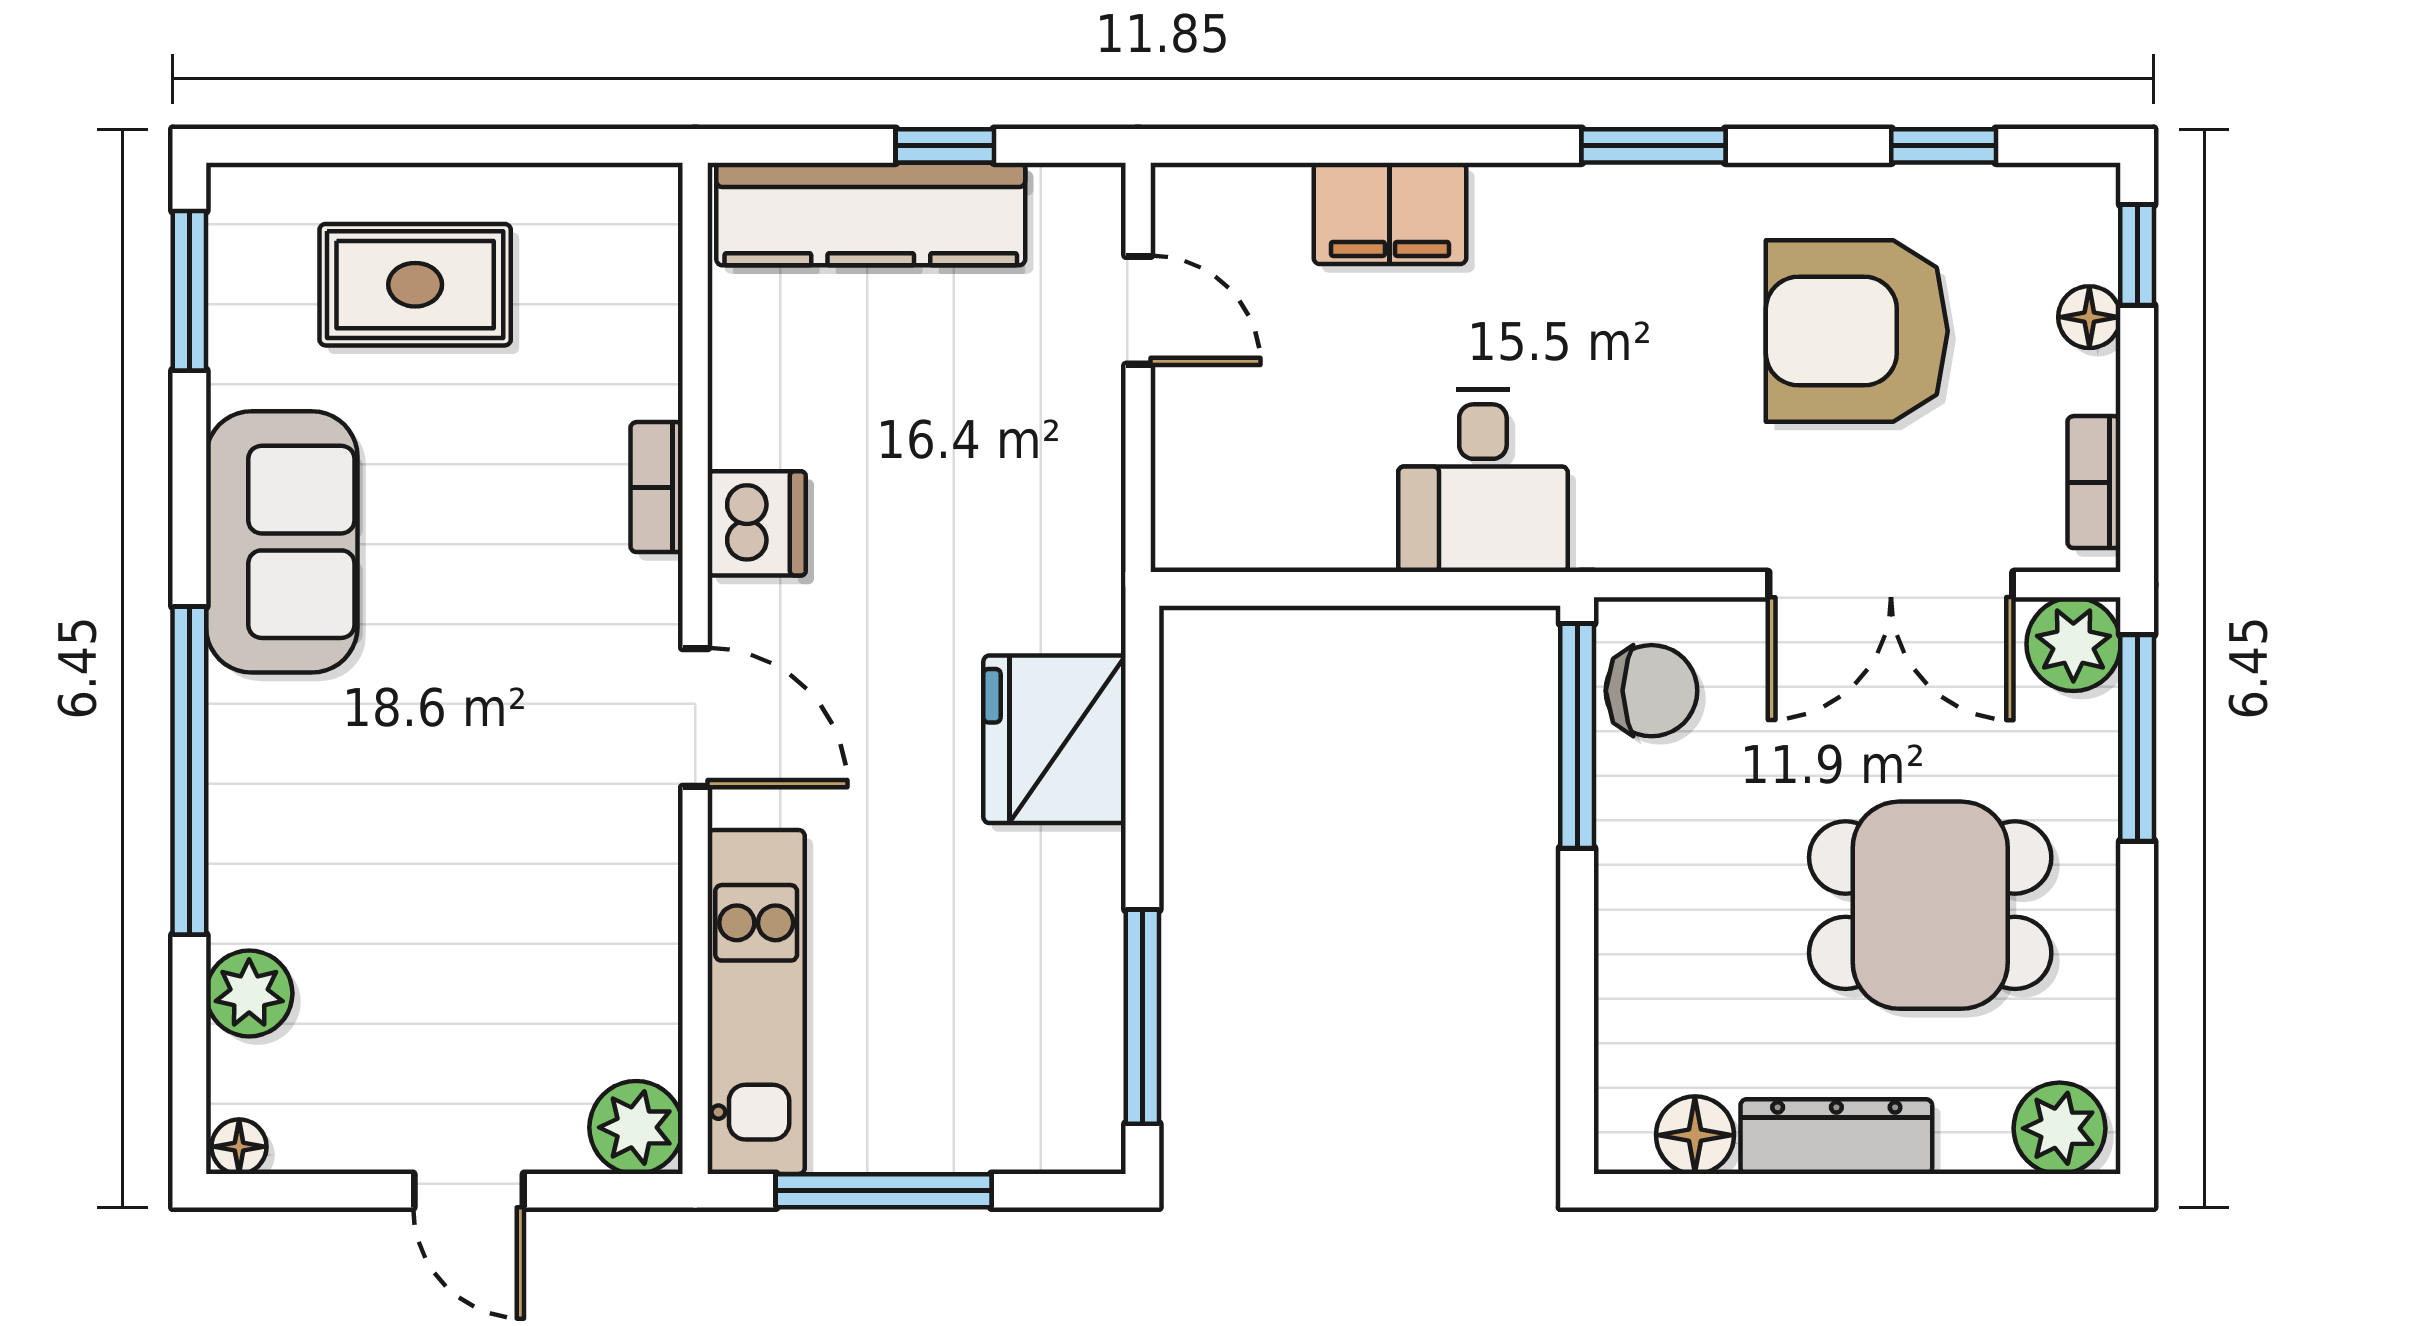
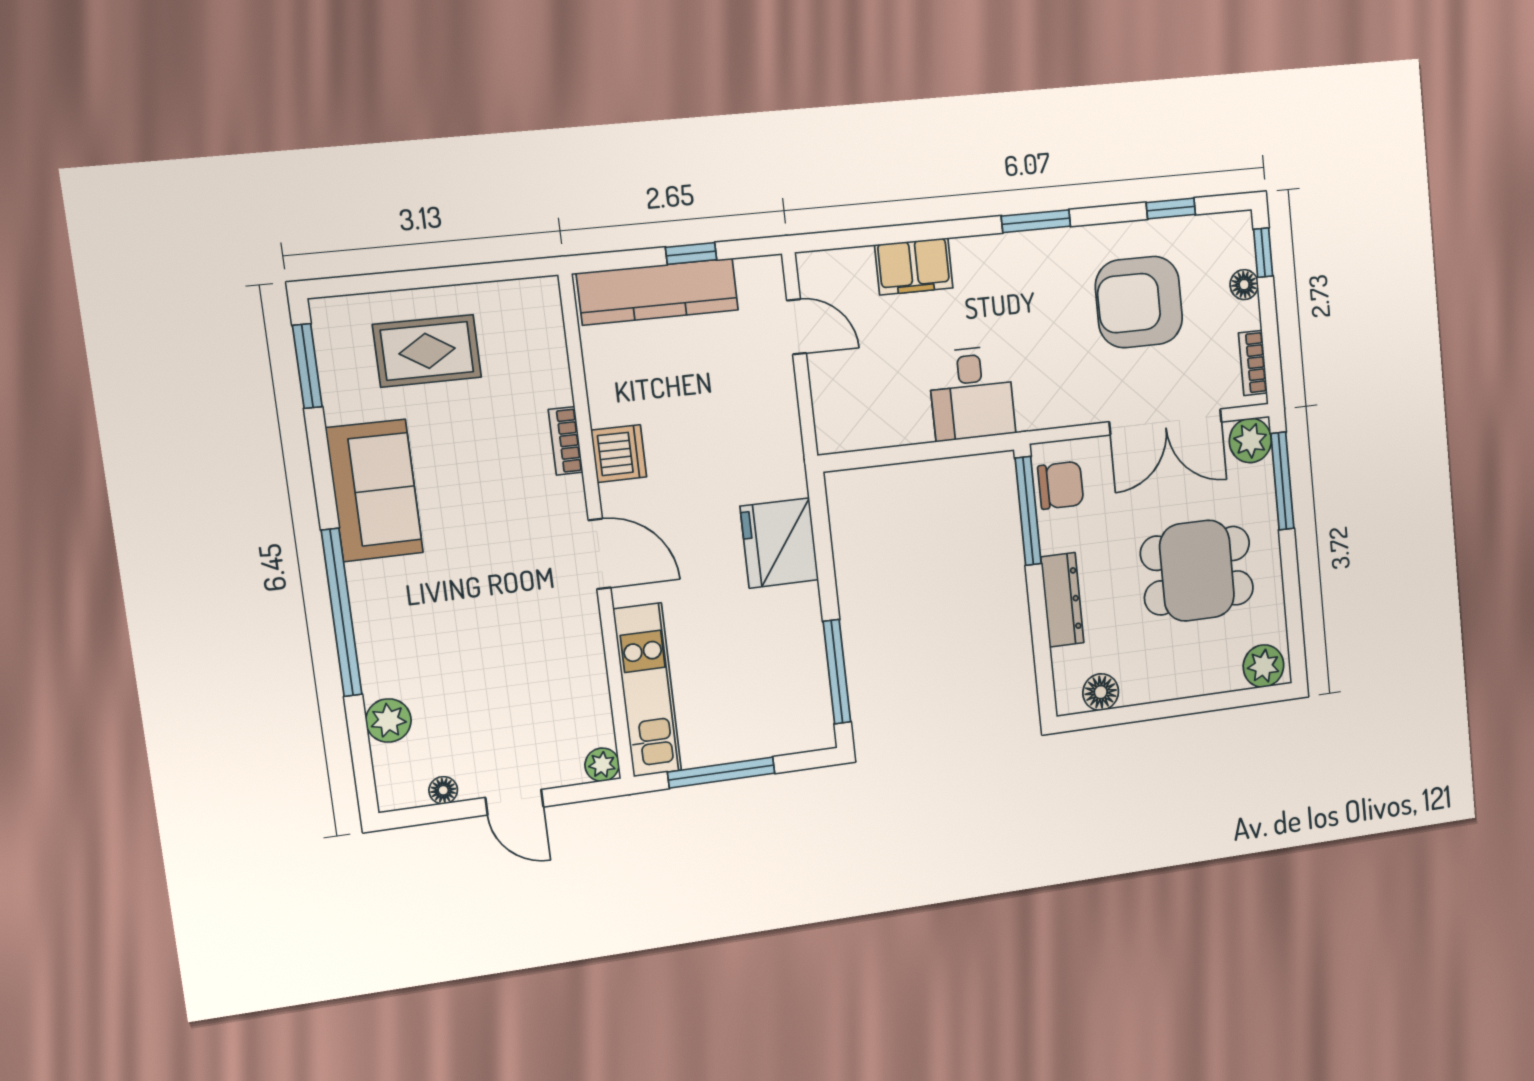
plant: (636, 1127) -> (602, 765), width x0.73, depth x0.73
dresser: (1836, 1137) -> (1062, 600), moved, turned 90
floor lamp: (239, 1147) -> (443, 790), moved

